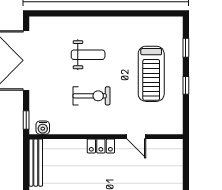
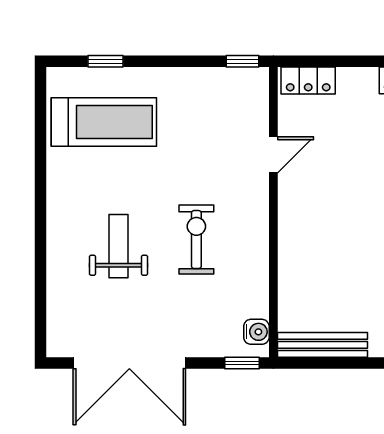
treadmill: (151, 74) -> (104, 122), moved
window: (186, 85) -> (243, 61), moved
locker: (101, 146) -> (308, 80), moved, turned 90

